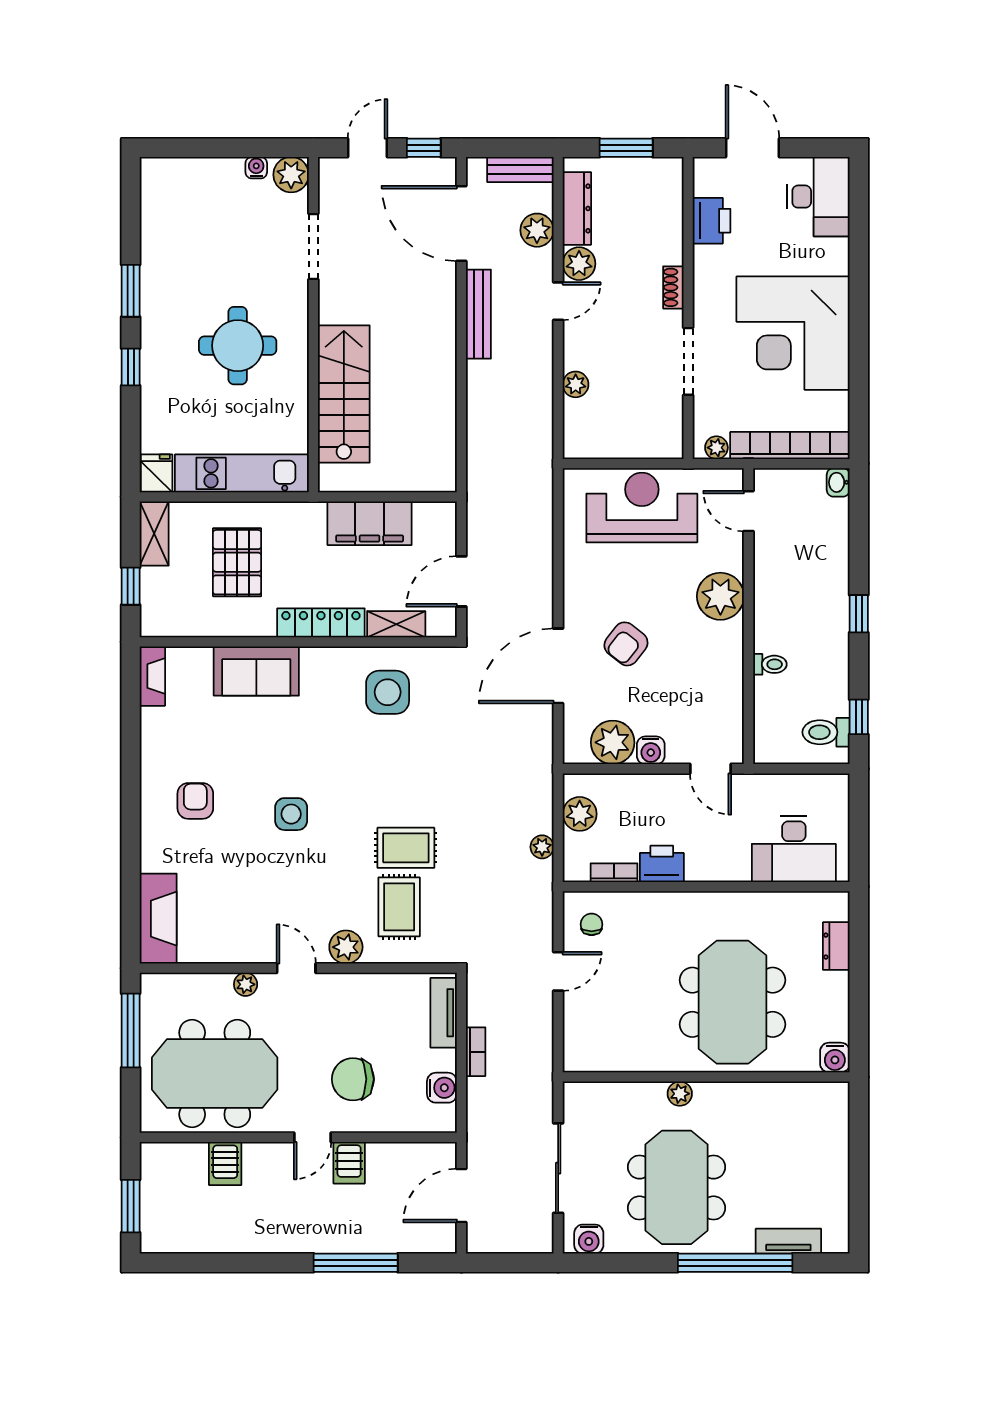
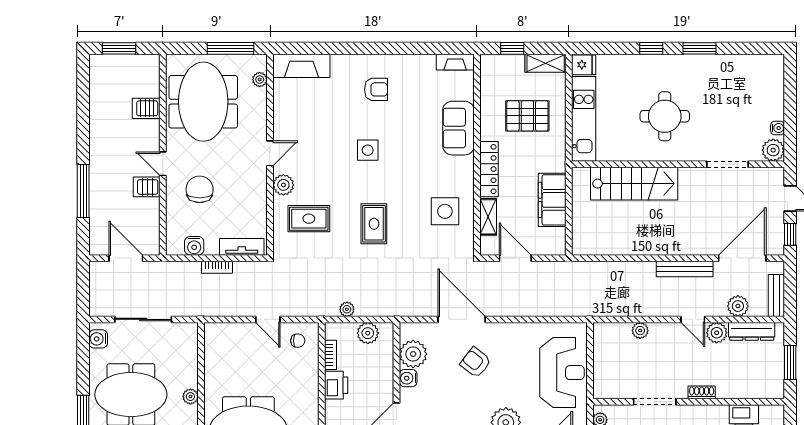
rug: (406, 848) -> (374, 224), moved
plant: (246, 984) -> (260, 79), moved

